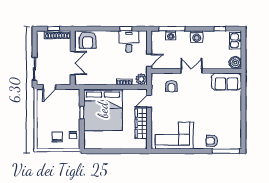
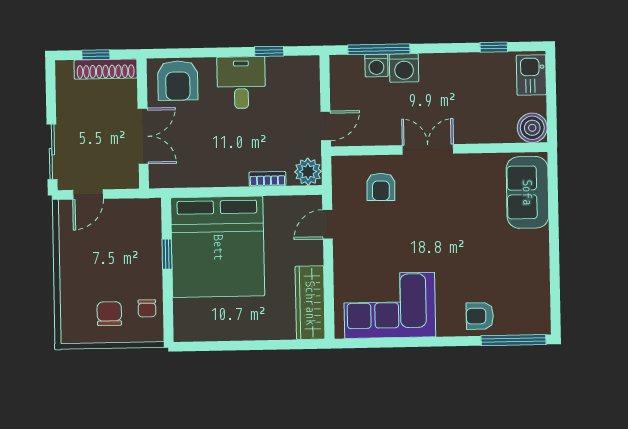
washing machine: (197, 37) -> (404, 68), moved
desk: (129, 42) -> (241, 83), moved
sofa: (226, 82) -> (527, 192), moved, turned 90
wardrobe: (141, 123) -> (310, 303), moved

